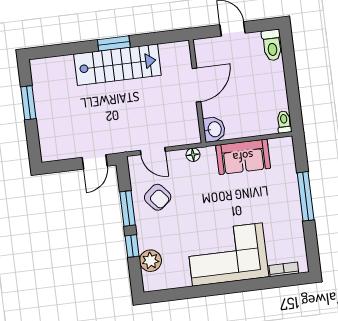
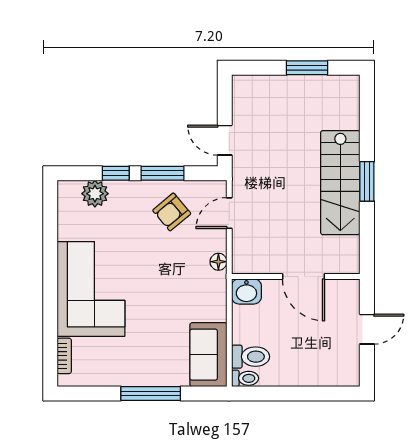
toilet: (272, 45) -> (251, 357), moved, turned 180
sofa: (243, 157) -> (208, 355), moved

